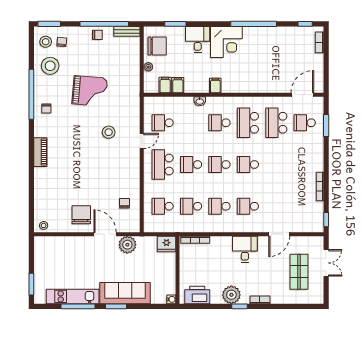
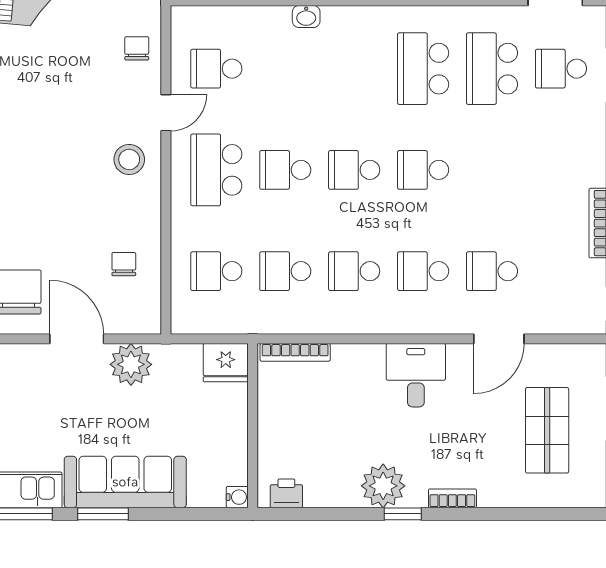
chair: (130, 114) -> (137, 48), added
school desk: (219, 123) -> (492, 271), moved
stool: (109, 132) -> (129, 159), moved
printer: (197, 295) -> (286, 493), width x0.53, depth x0.68

